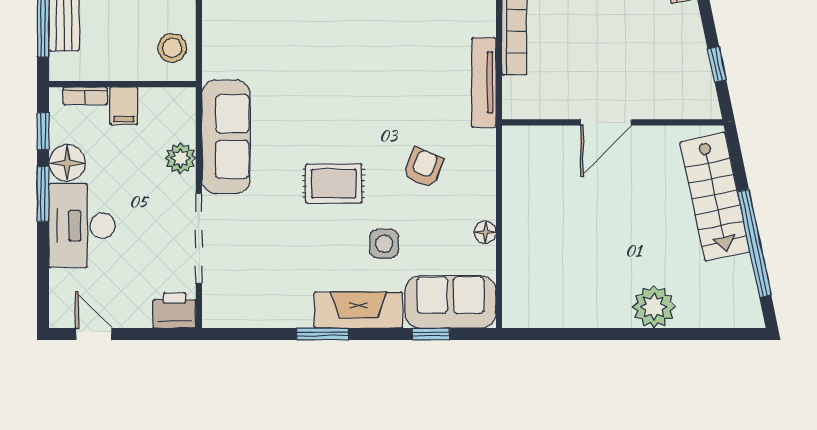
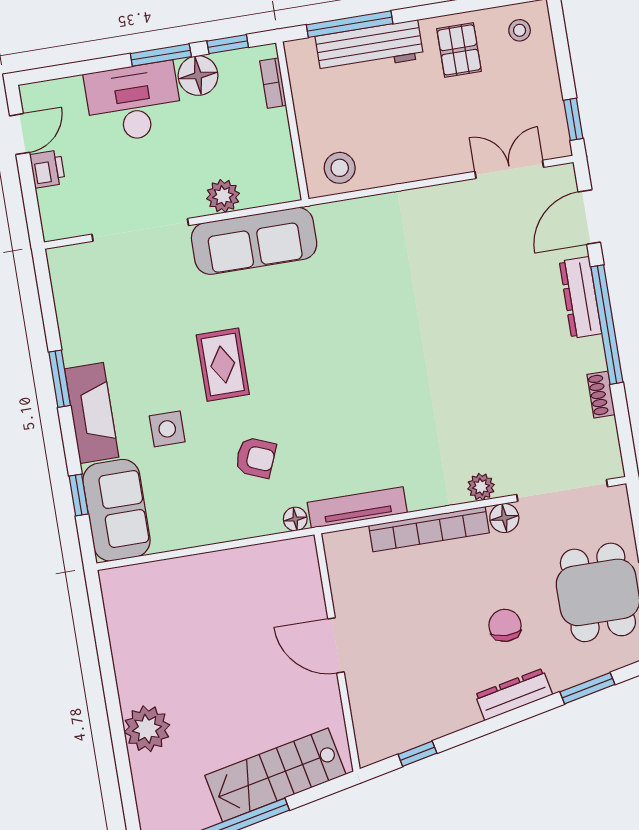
filing cabinet: (124, 106) -> (269, 126), removed
floor lamp: (485, 232) -> (295, 519), moved
printer: (175, 310) -> (47, 169), moved, width x0.73, depth x0.81

